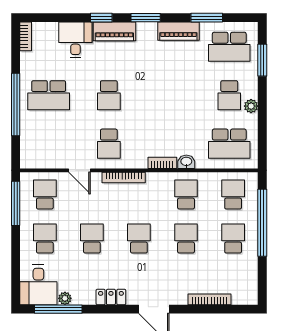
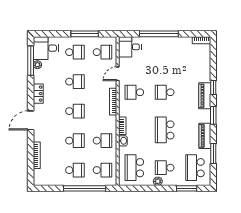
desk: (75, 40) -> (130, 47), moved, turned 180
school desk: (49, 95) -> (165, 130), moved
window: (16, 203) -> (85, 34), moved

